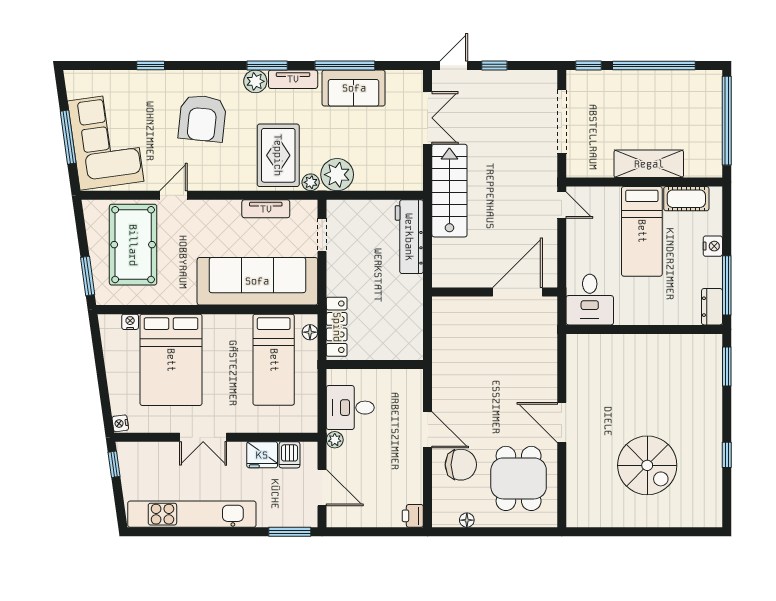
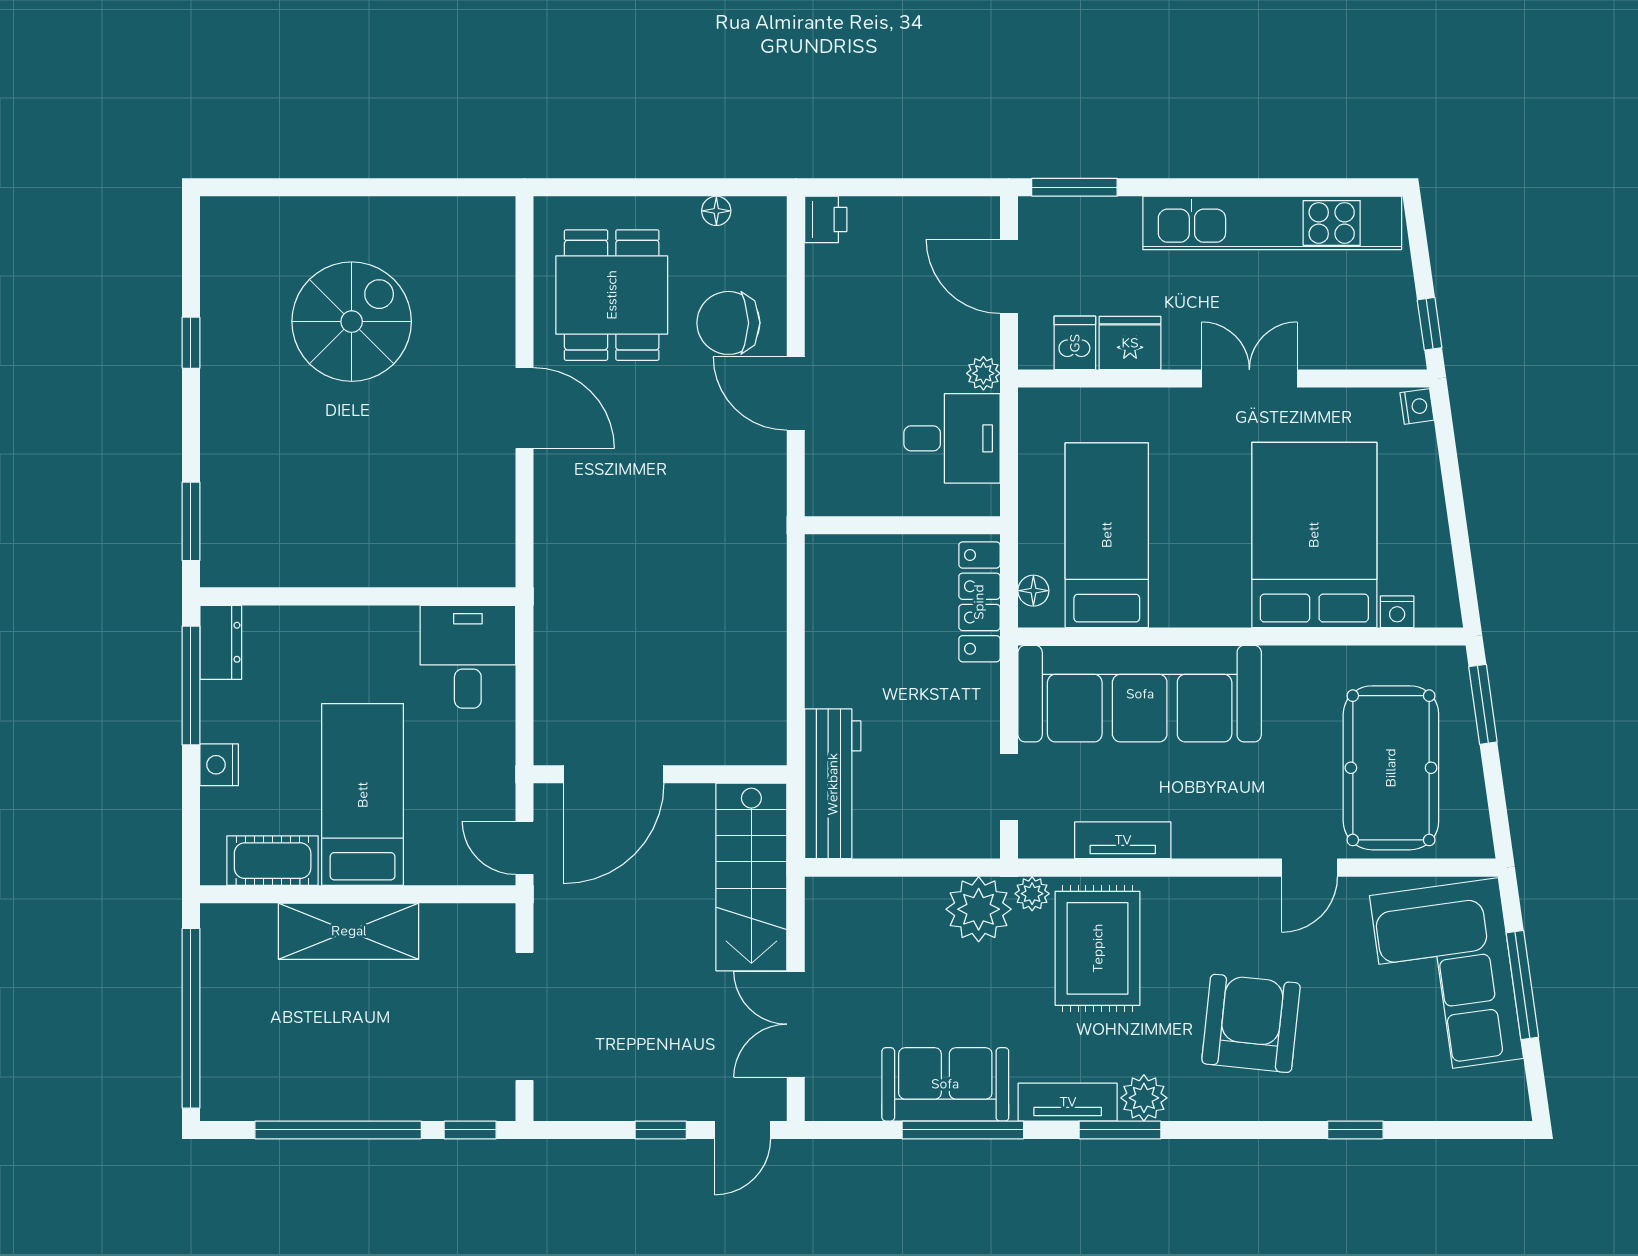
wall: (495, 292) -> (660, 774), moved
door: (518, 292) -> (614, 774), moved
spiral stairs: (647, 465) -> (352, 322), turned 90

